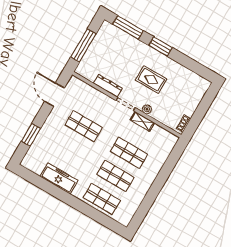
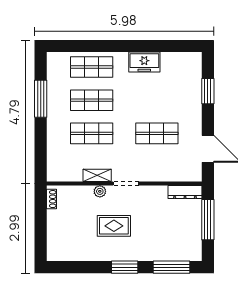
dresser: (108, 86) -> (185, 192), moved
freezer: (59, 178) -> (144, 62), width x0.71
window: (150, 198) -> (41, 99), added

